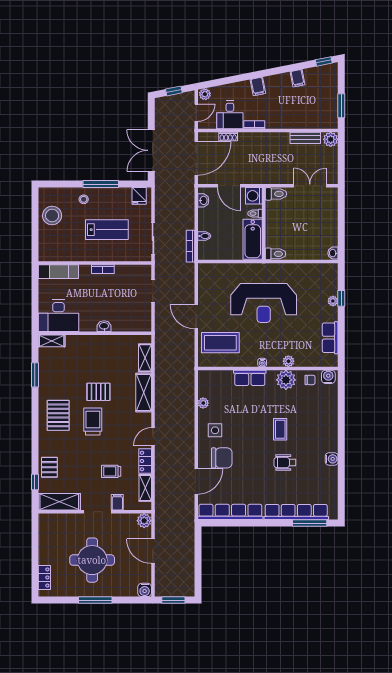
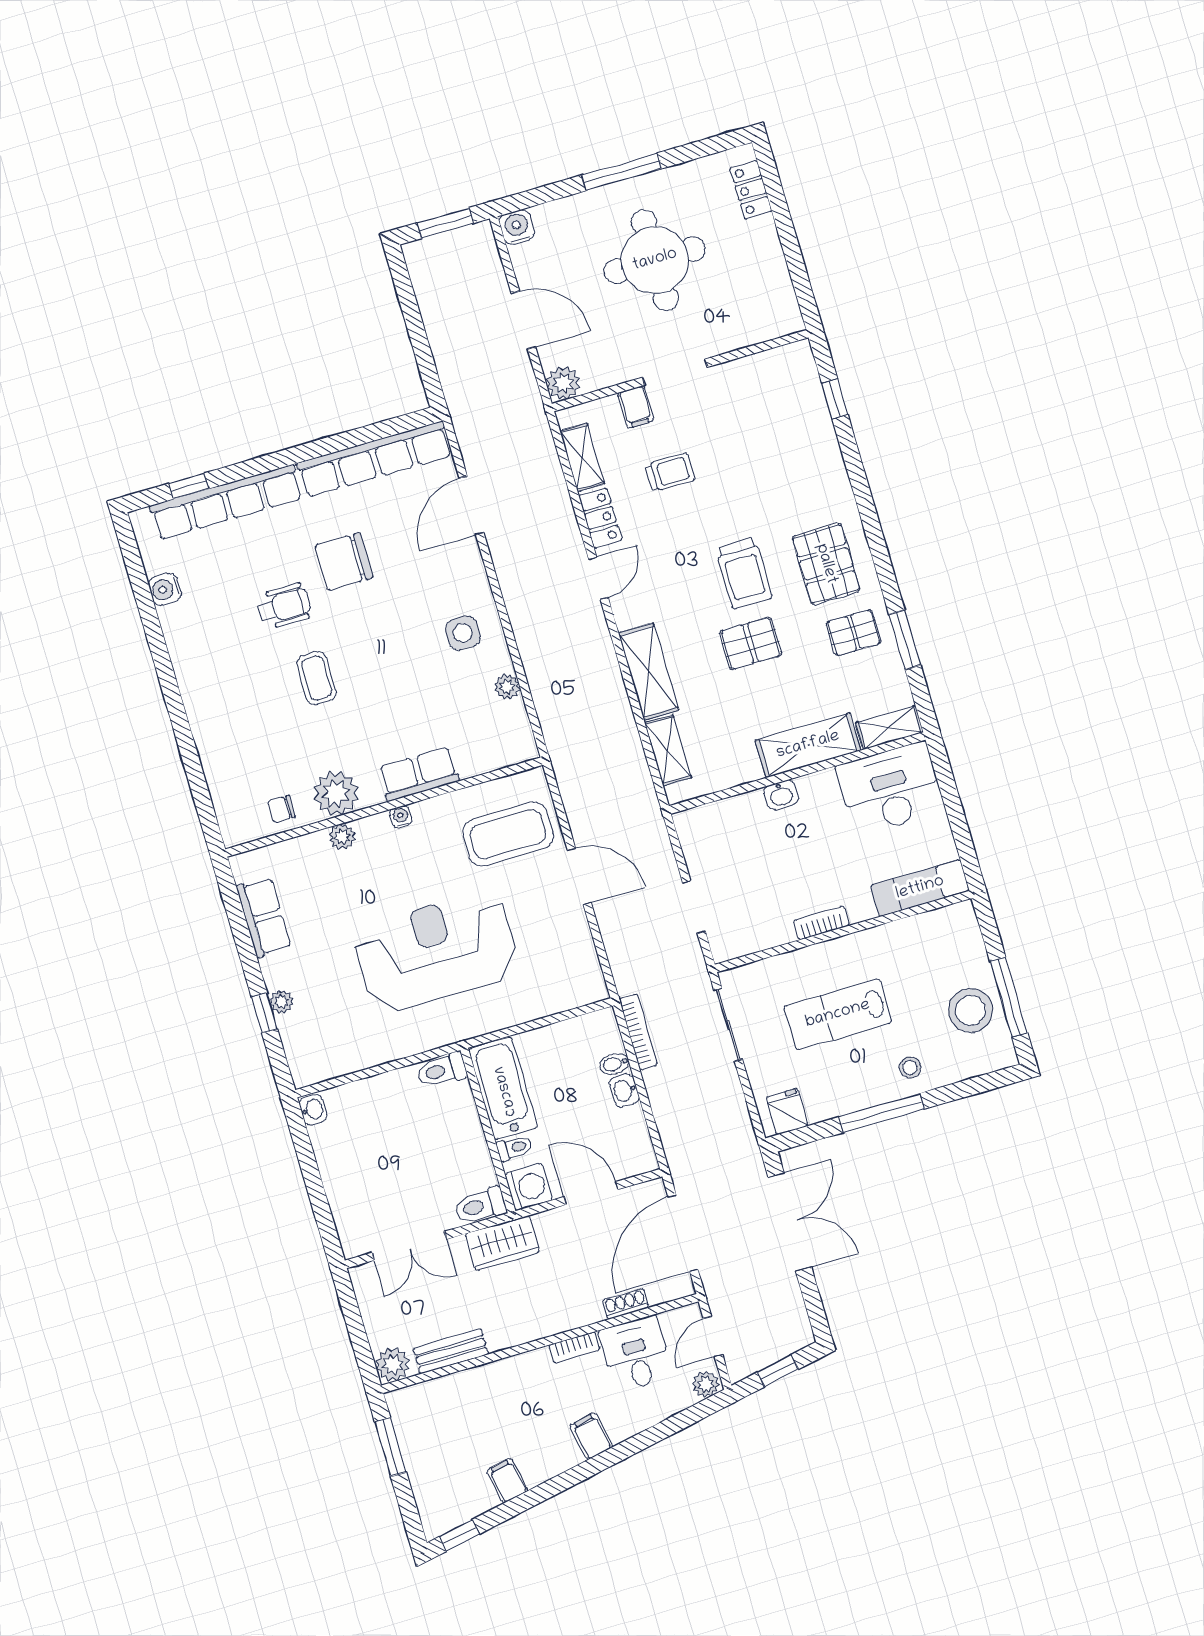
wardrobe: (271, 176) -> (502, 1243), added
washbasin: (203, 200) -> (624, 1090), moved
window: (35, 216) -> (1009, 997), added
water cooler: (328, 377) -> (242, 828), removed
chair: (222, 458) -> (344, 562), moved
water cooler: (332, 459) -> (165, 589), moved
pallet: (49, 467) -> (854, 633), moved, turned 90
shelving: (59, 502) -> (808, 745), moved
window: (310, 523) -> (189, 486), width x0.46

